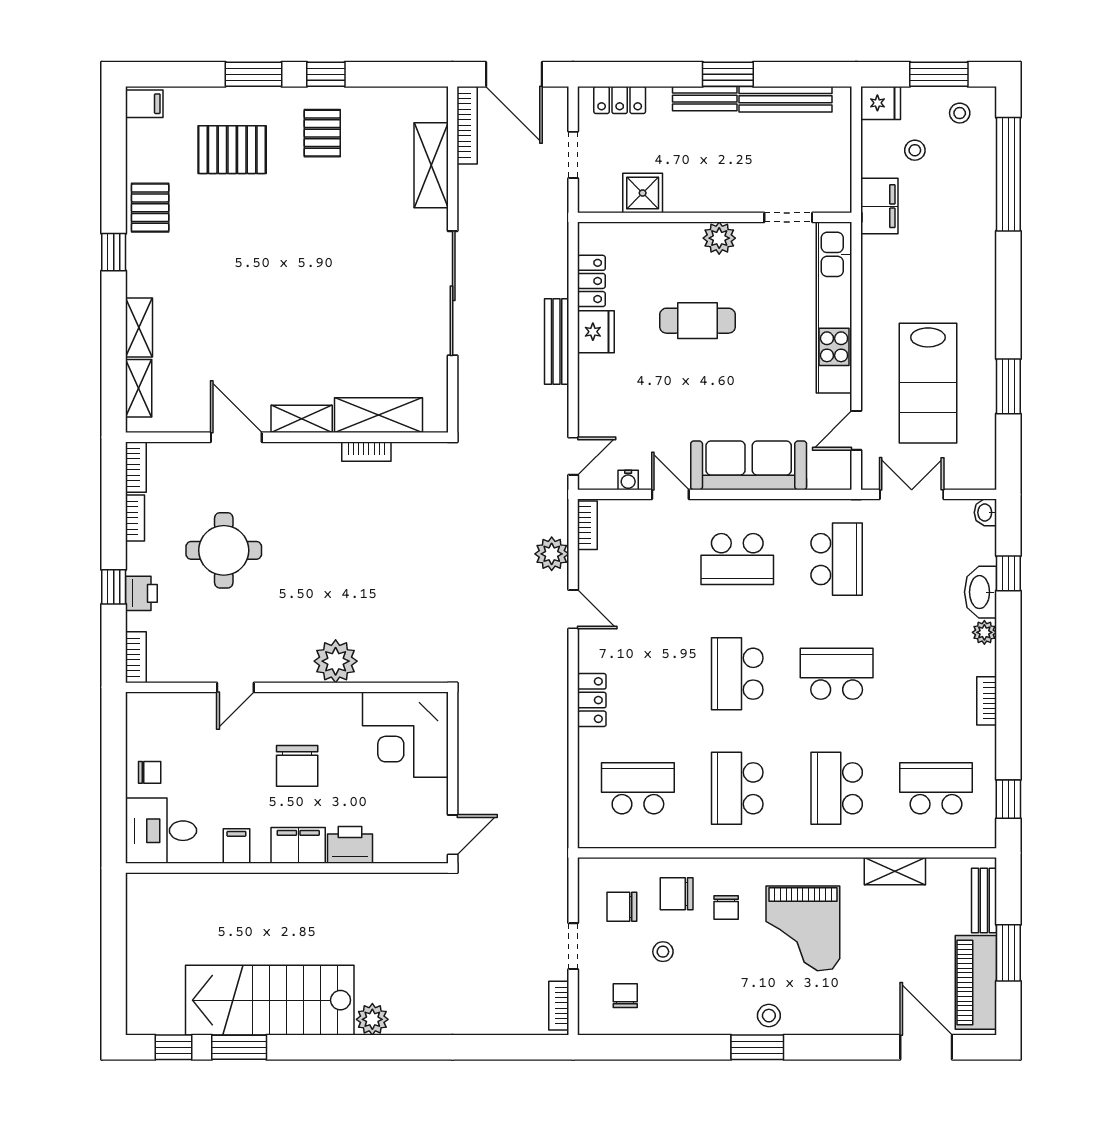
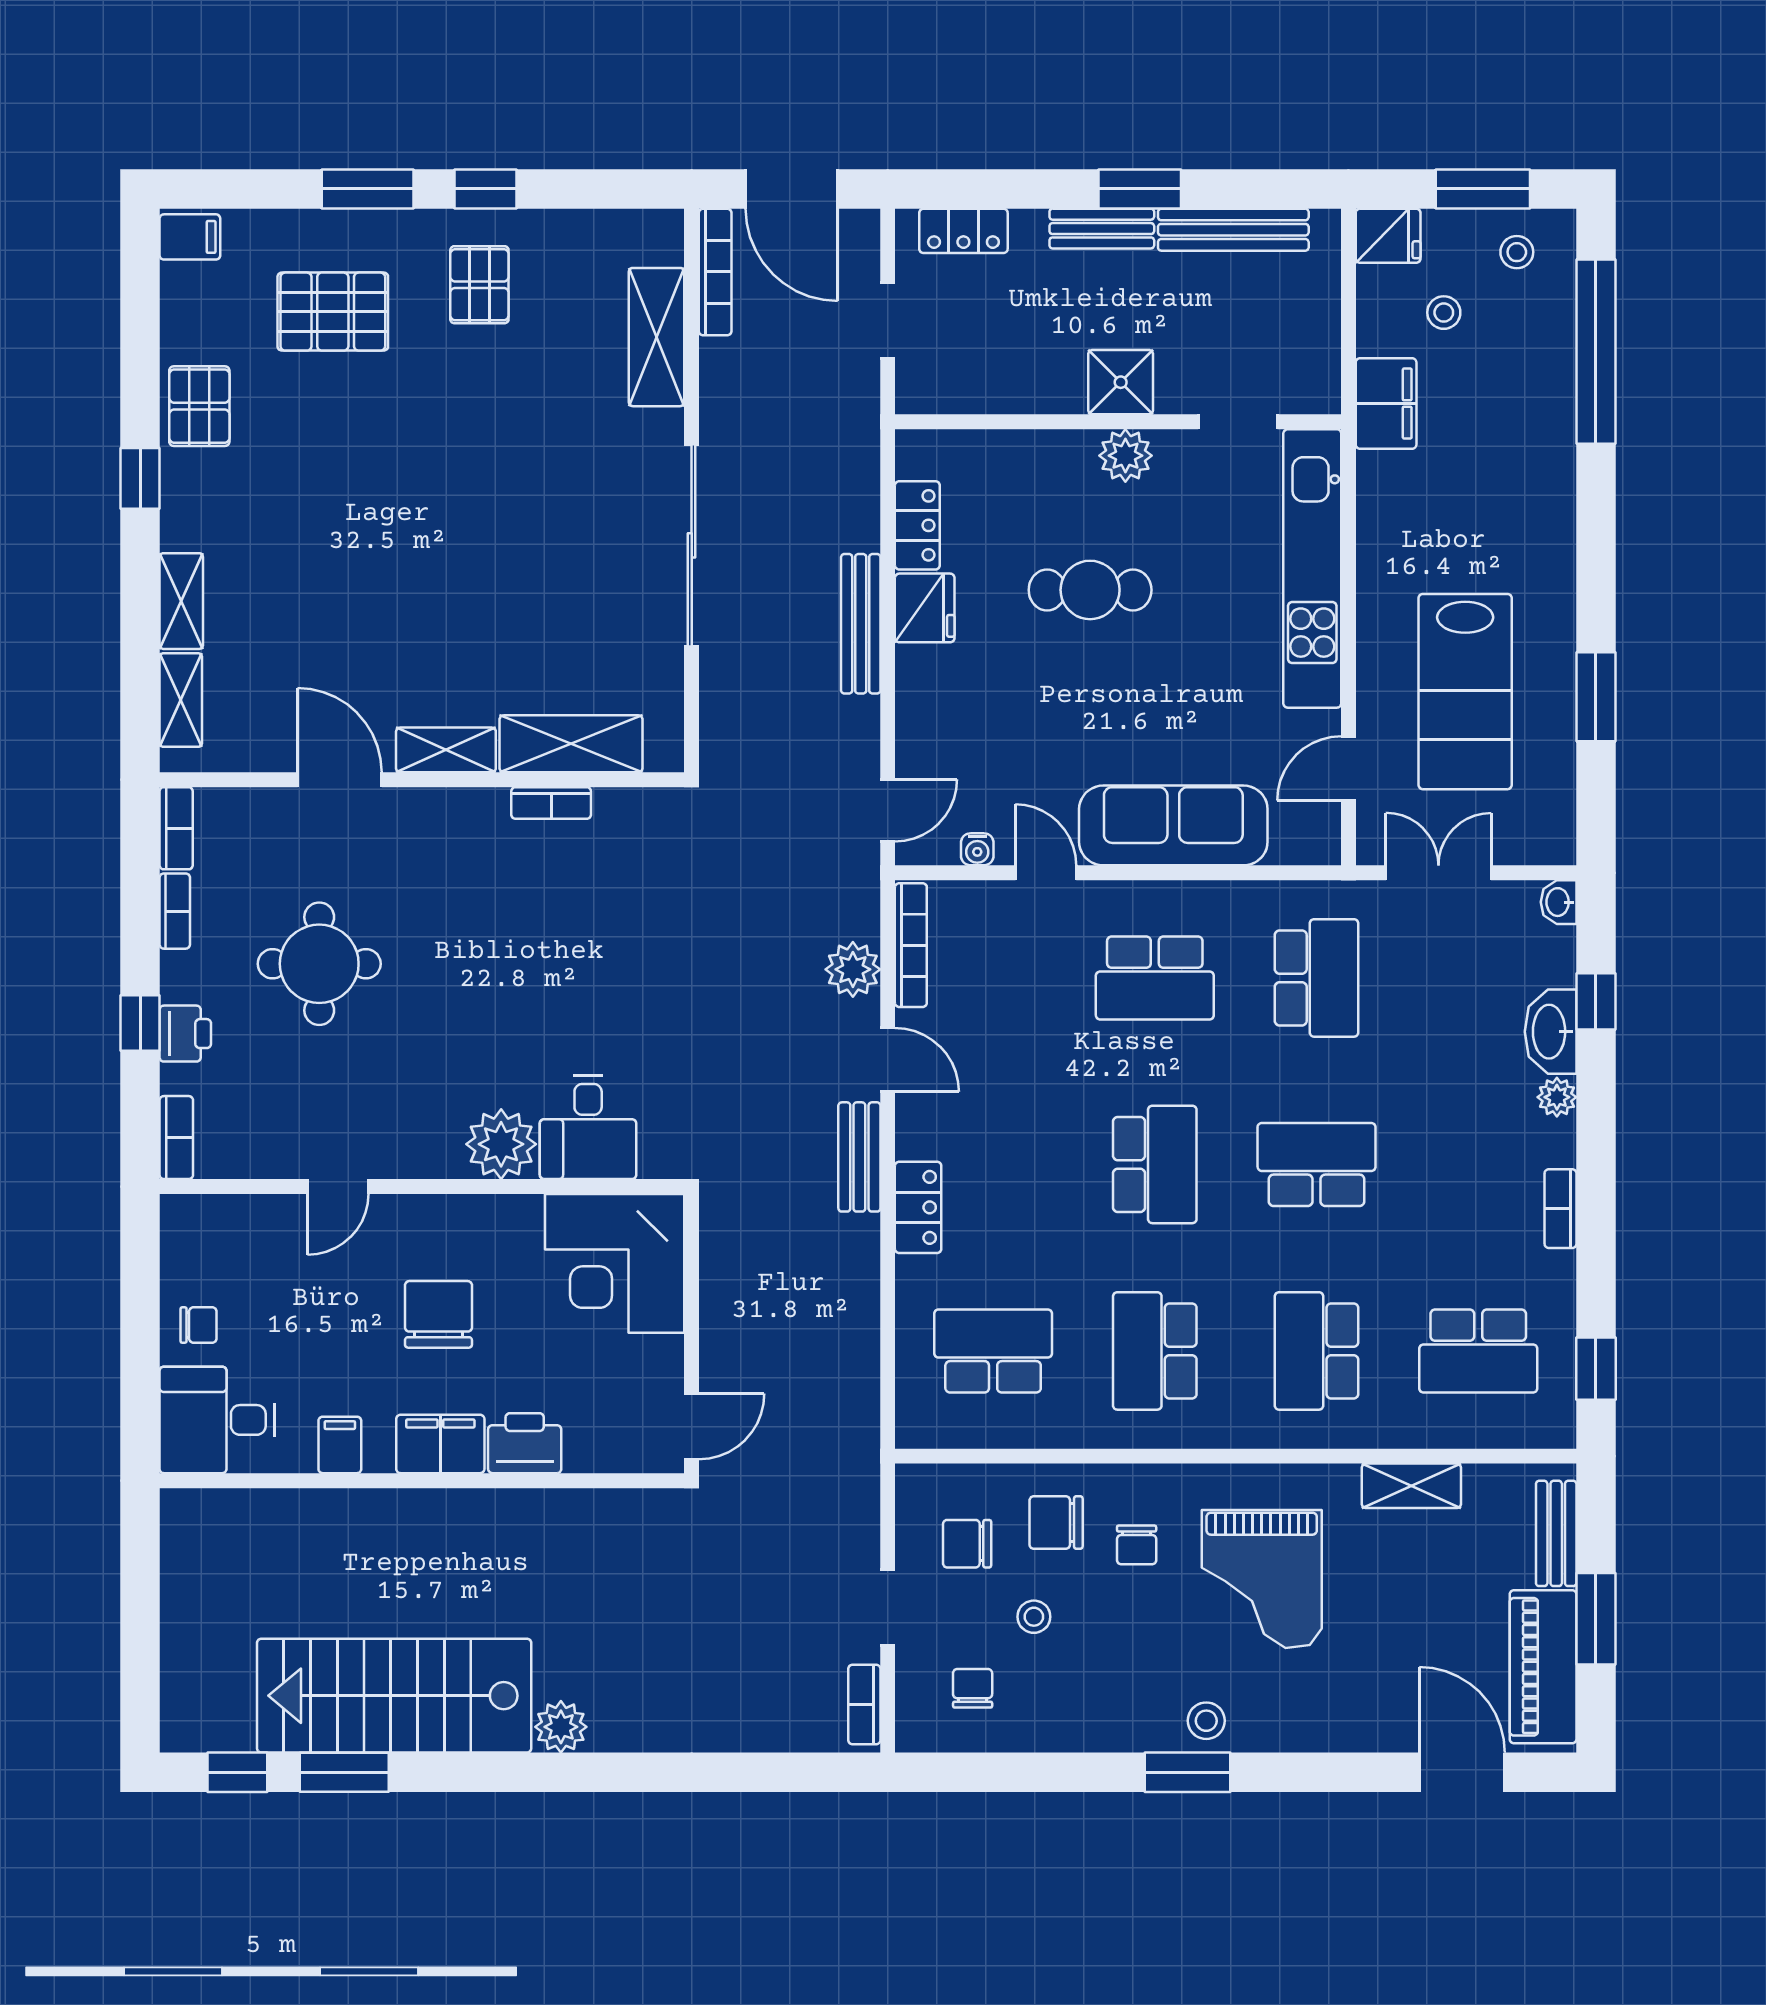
shower: (643, 193) -> (1121, 382), moved
bookcase: (587, 525) -> (911, 945), width x1.56
desk: (389, 651) -> (588, 1127), added
bench: (556, 669) -> (859, 1157), added
school desk: (737, 674) -> (1155, 1164), turned 180
chair: (297, 766) -> (438, 1314), turned 180
school desk: (936, 788) -> (1478, 1351), turned 180

